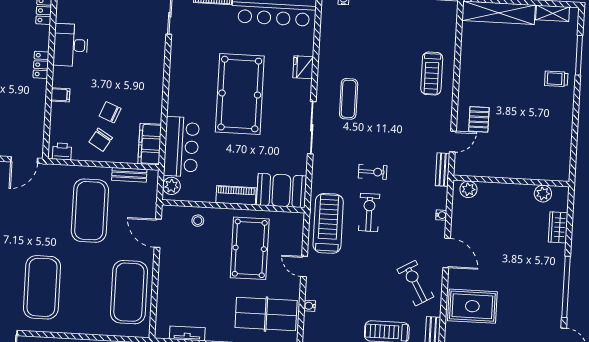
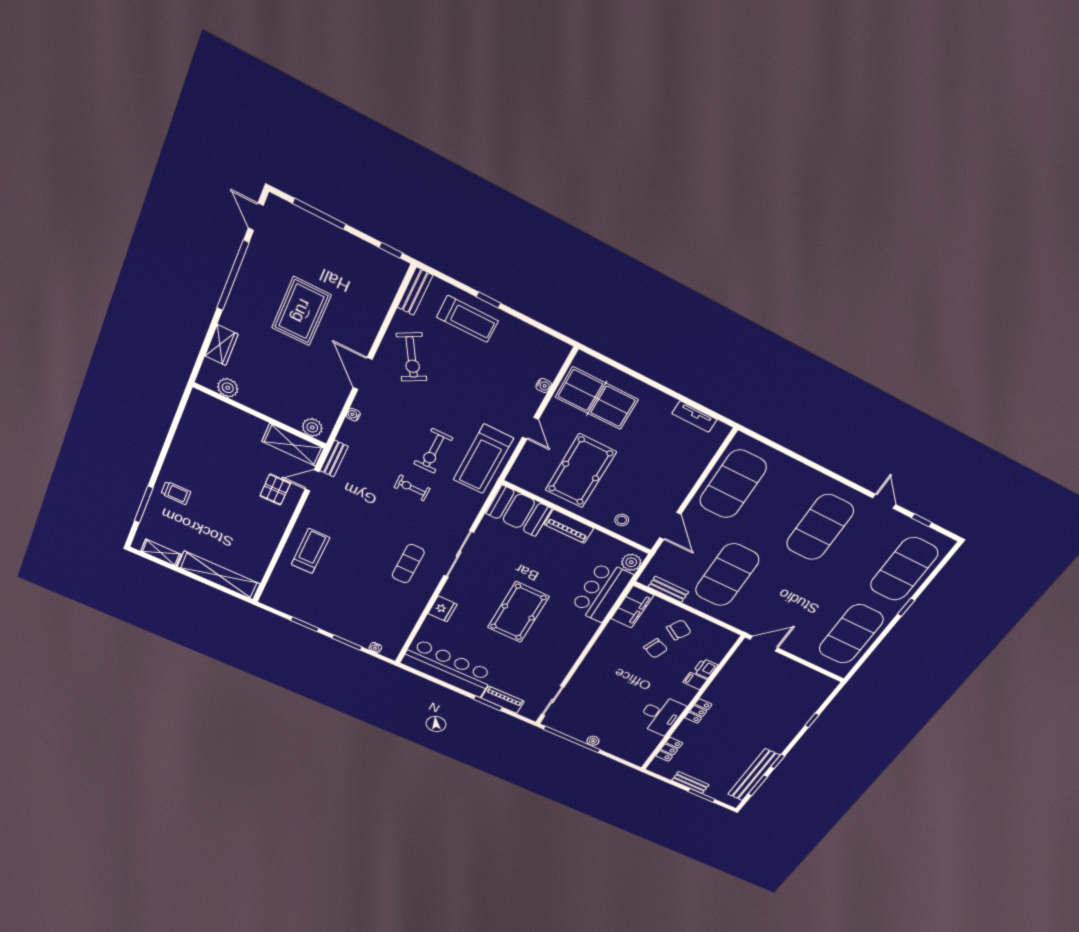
pool table: (240, 94) -> (518, 612), width x0.73, depth x0.76
printer: (62, 151) -> (705, 668), moved, turned 90
shelving: (478, 167) -> (293, 445), added
rug: (472, 306) -> (301, 311), moved, turned 90

